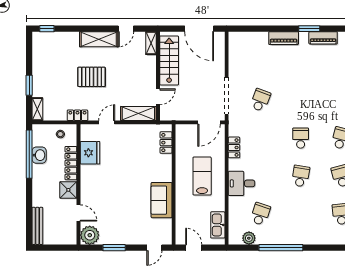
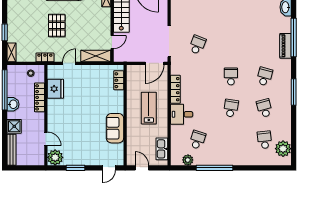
pallet: (92, 77) -> (57, 25), turned 90
locker: (234, 147) -> (175, 89), width x1.53
washbasin: (39, 155) -> (13, 104), moved
shower: (68, 190) -> (14, 126), moved

